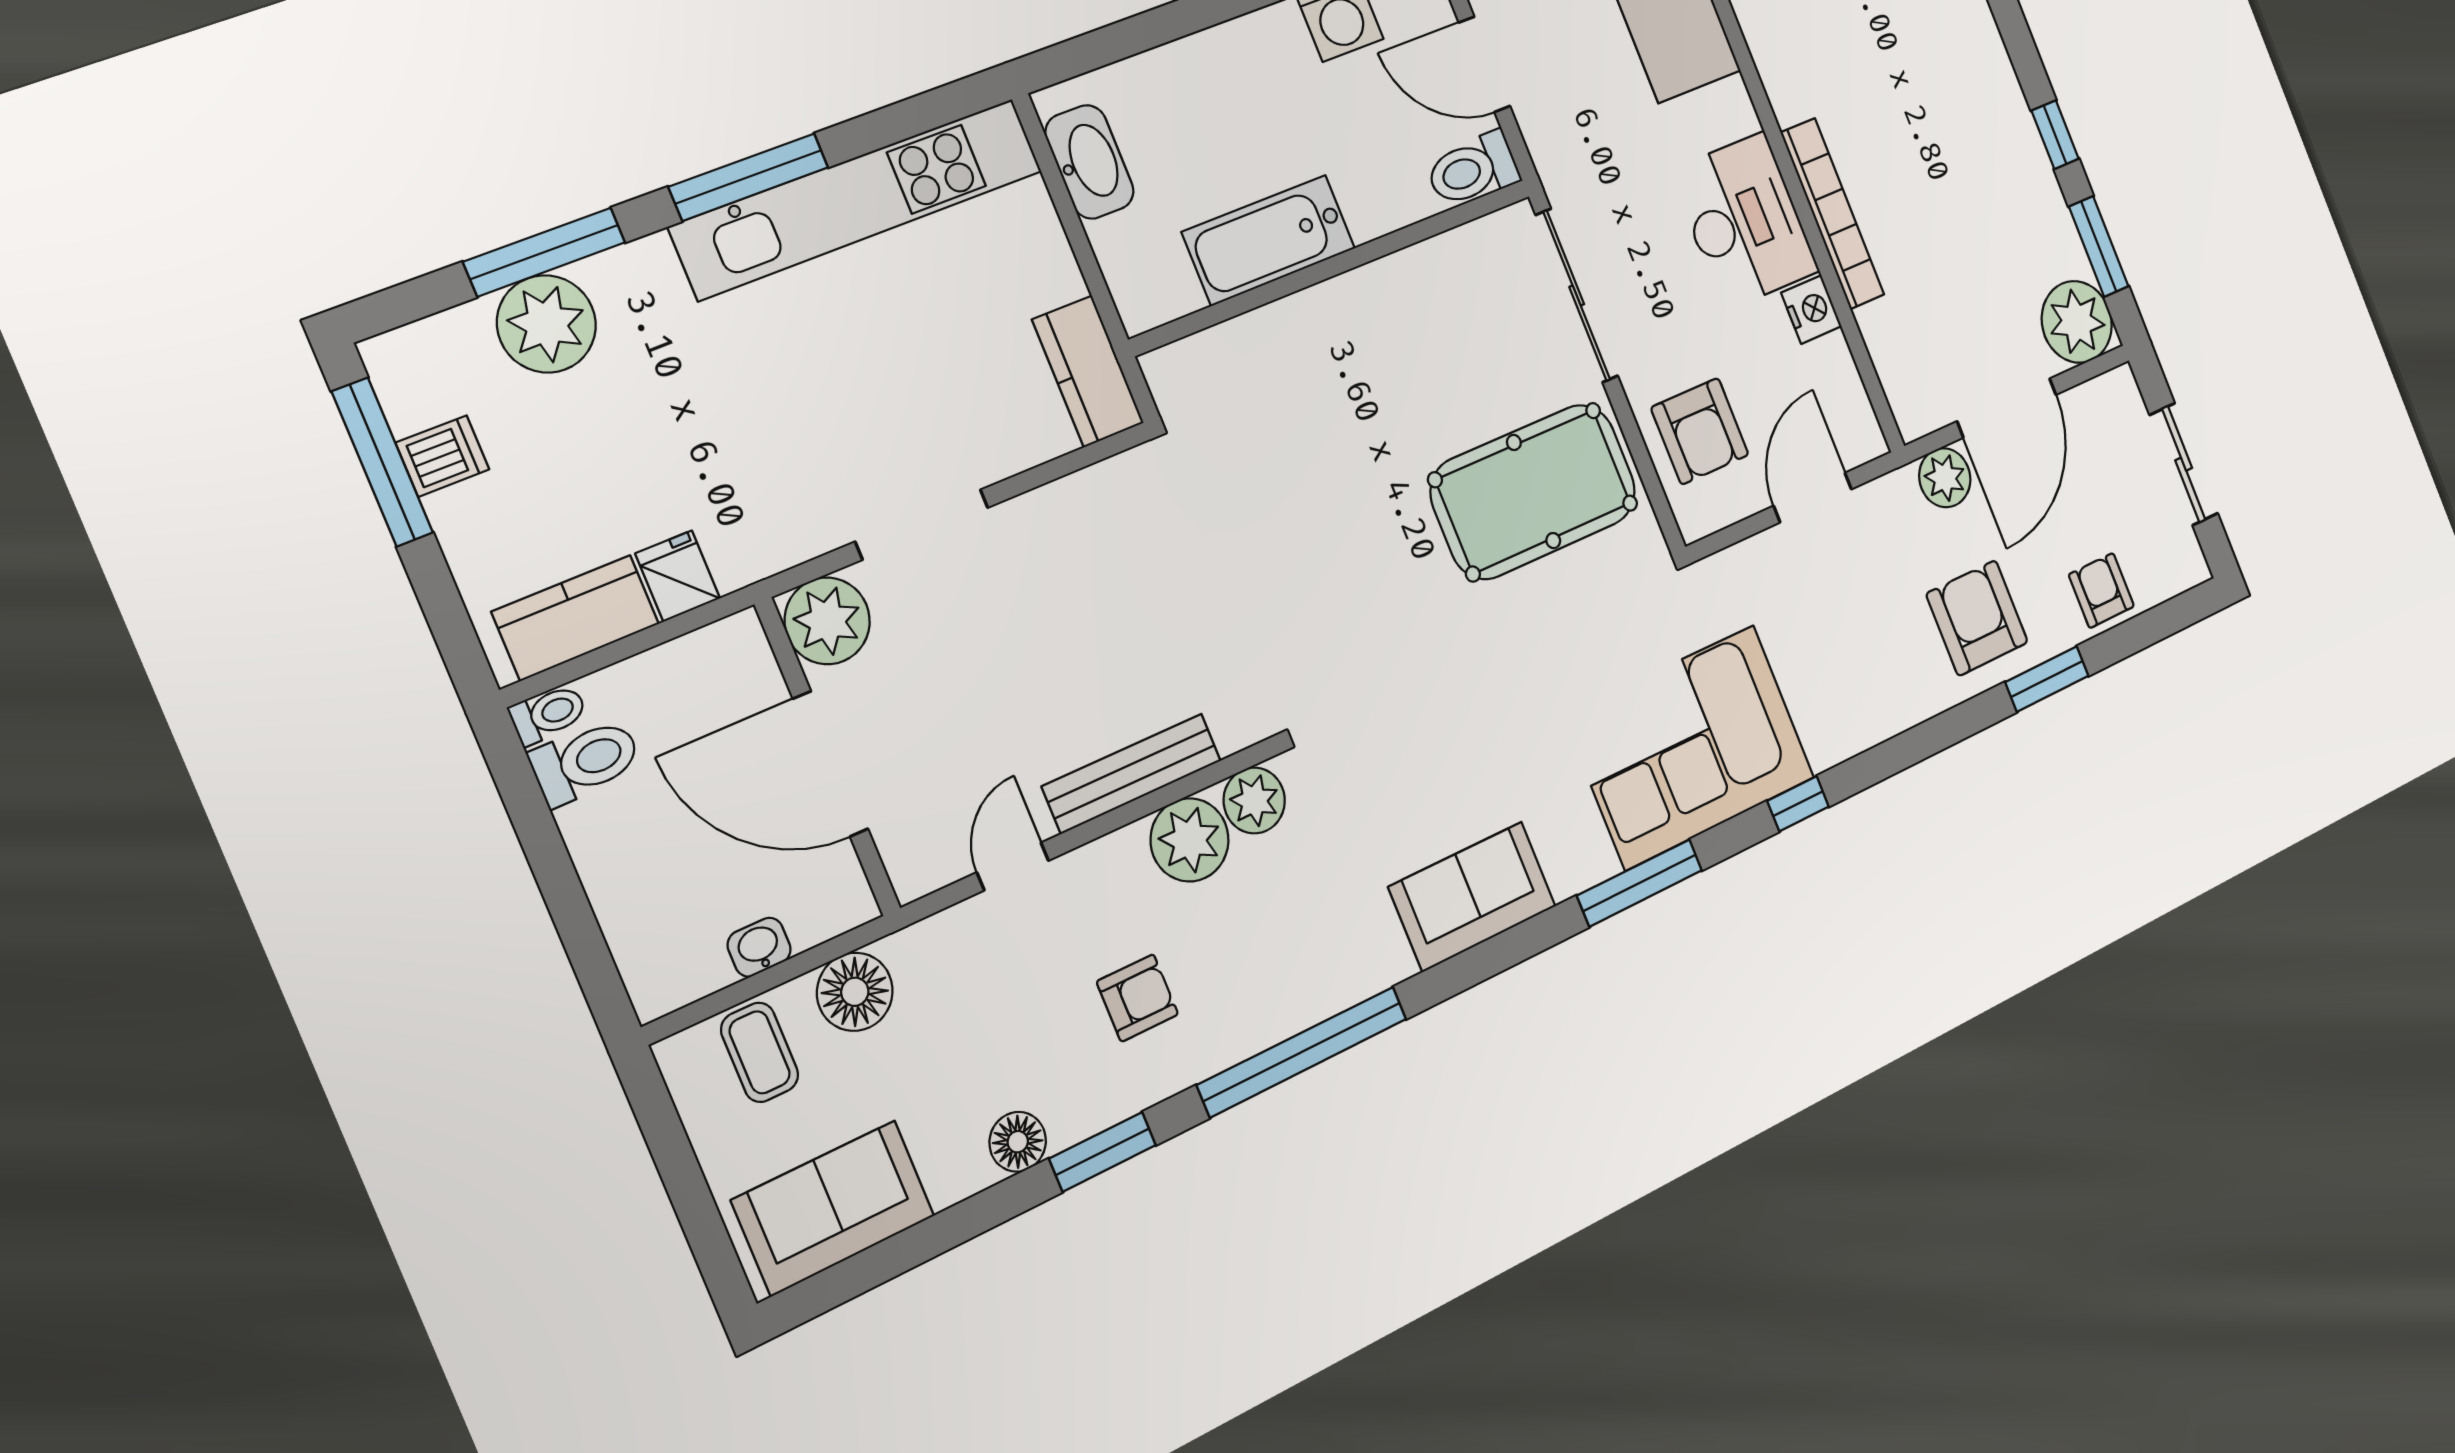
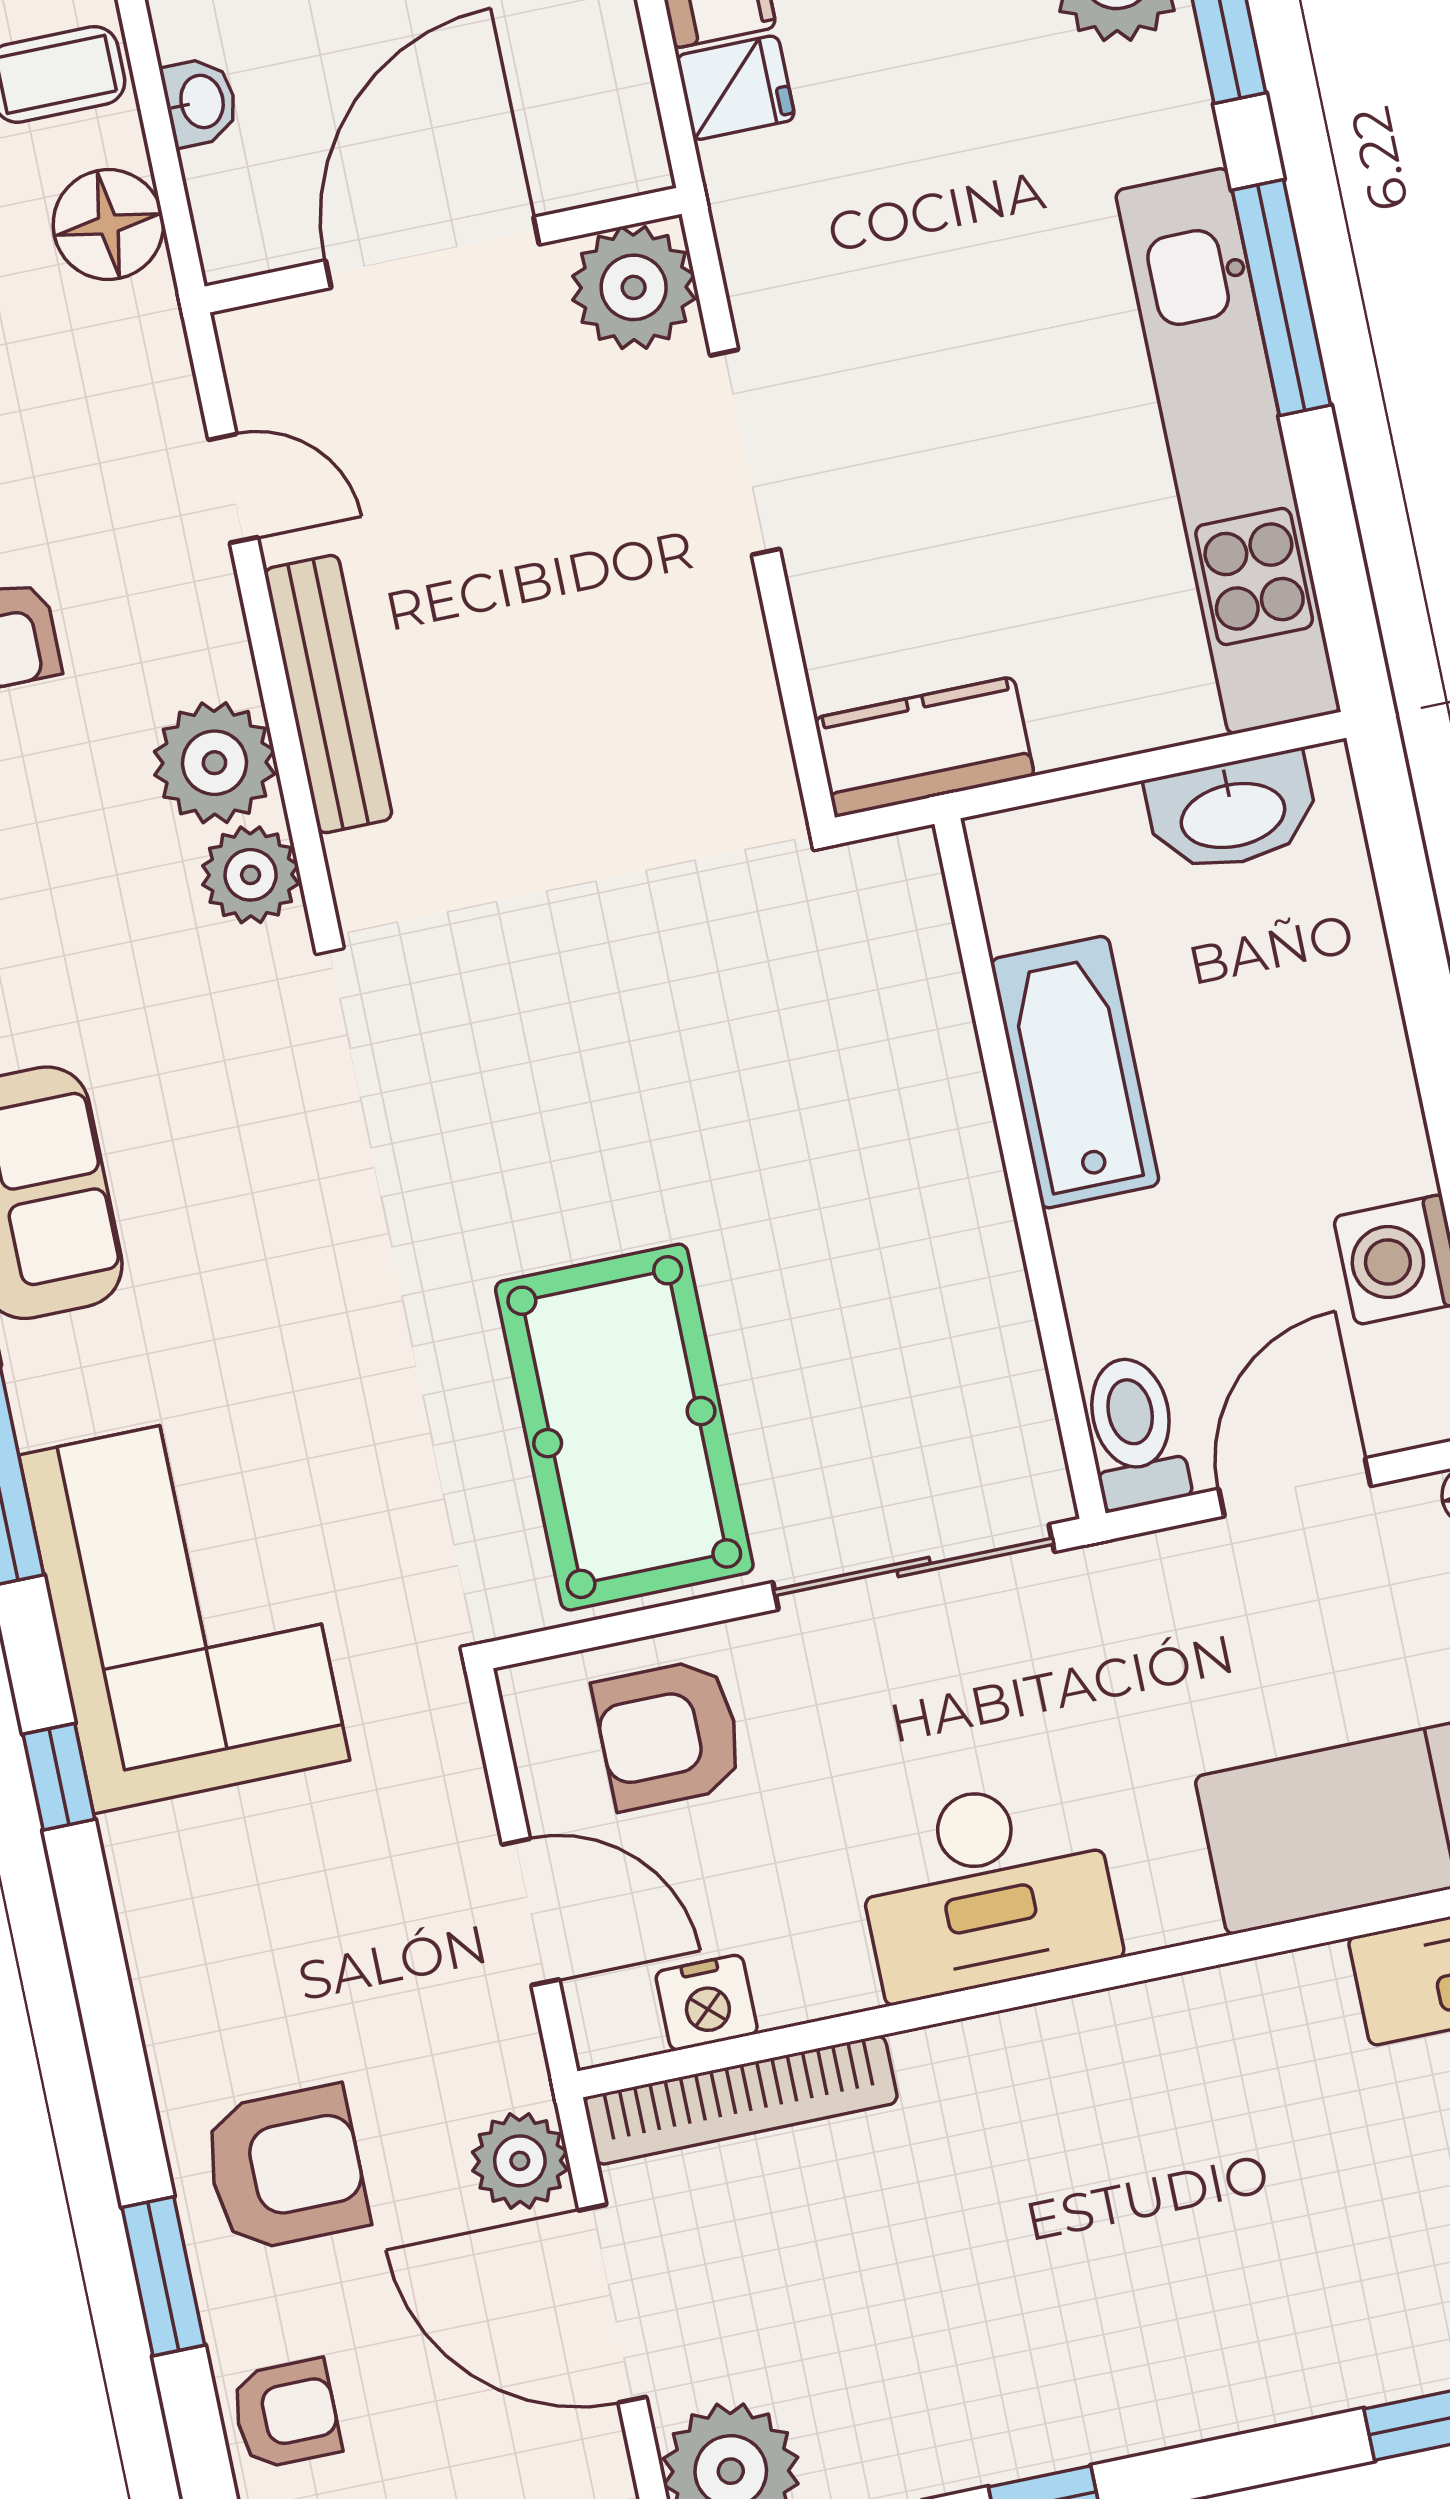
bookcase: (1832, 214) -> (741, 2100), moved
nightstand: (1811, 310) -> (707, 2003), moved

